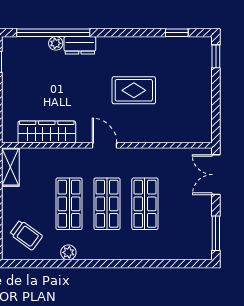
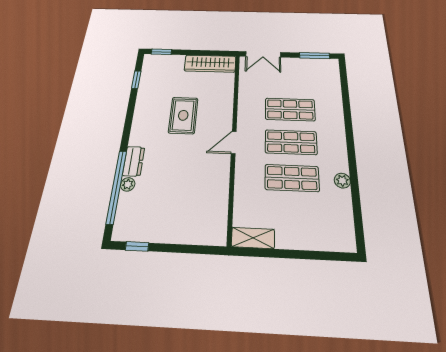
wardrobe: (47, 132) -> (210, 64), moved, turned -90
trolley: (26, 235) -> (327, 224), removed

